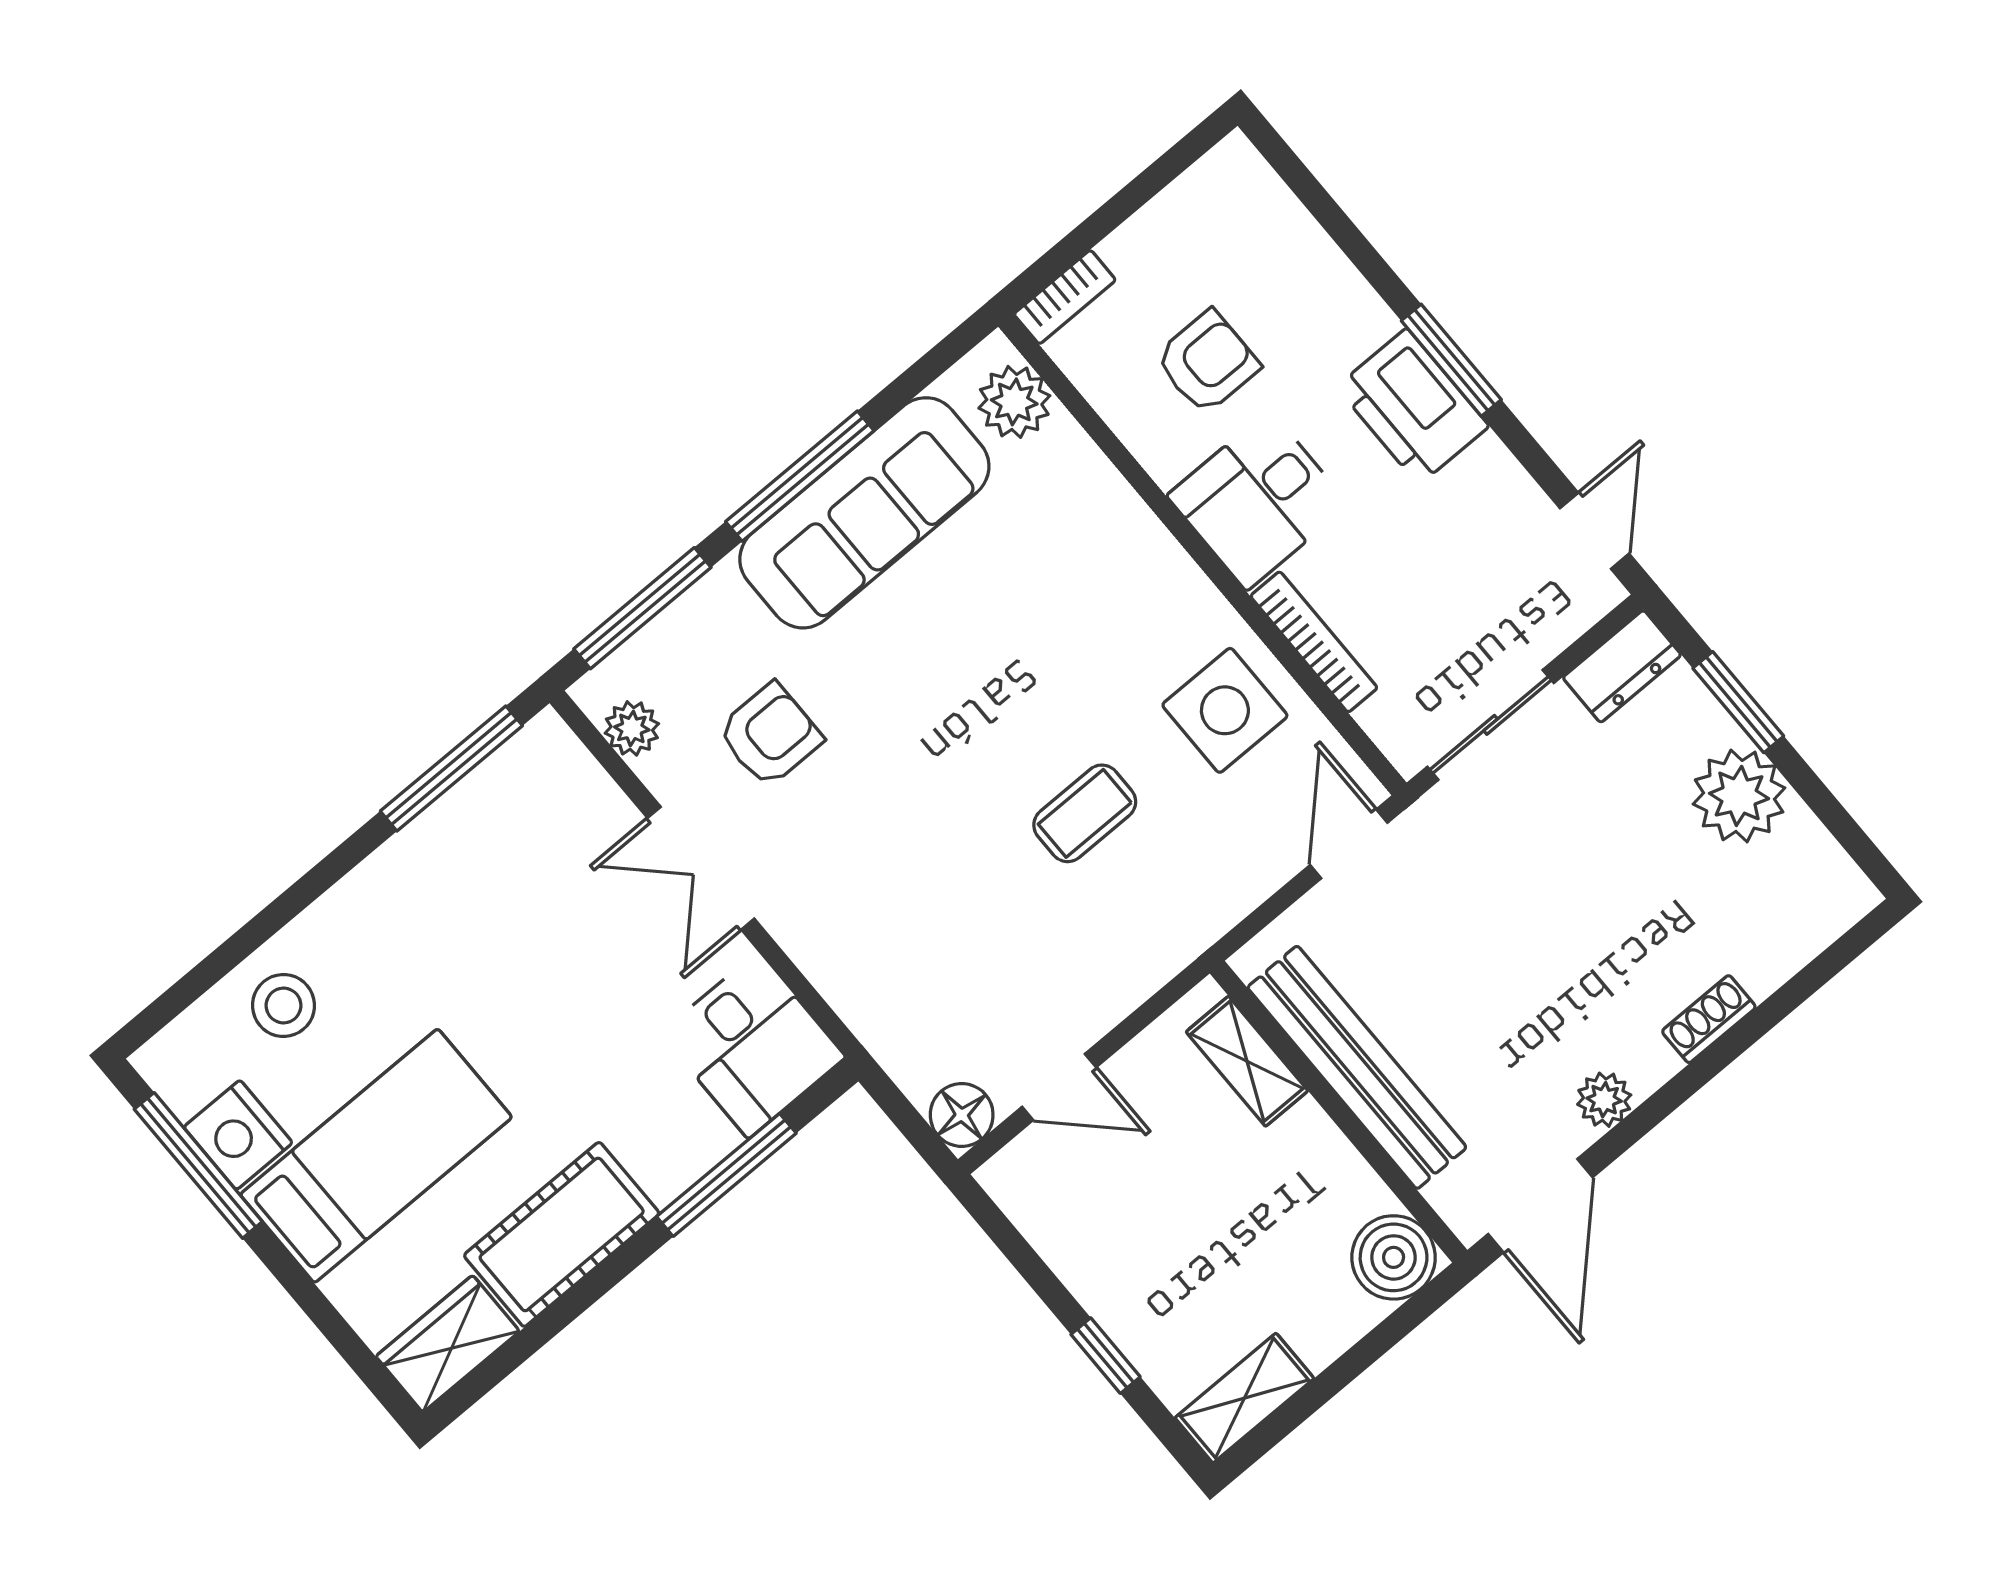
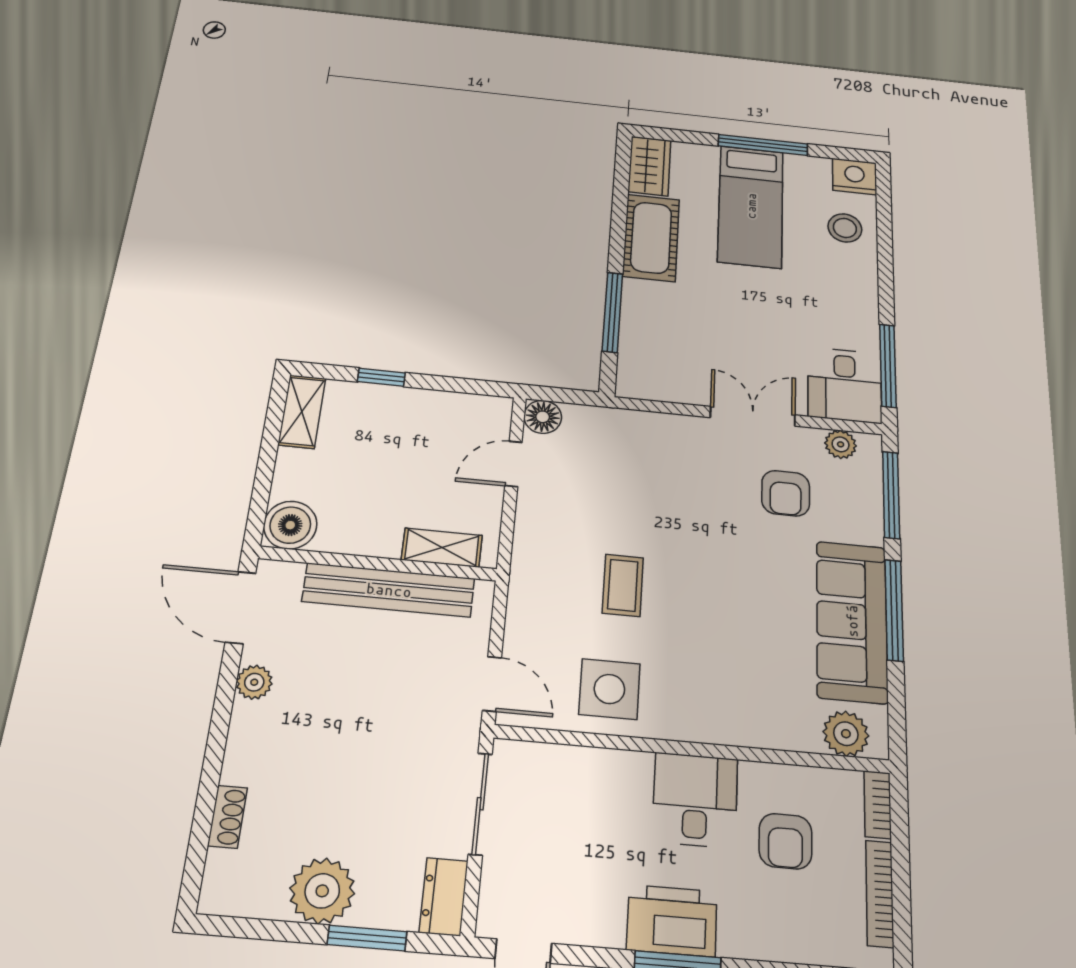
bookcase: (1314, 642) -> (880, 893), moved, turned 90
shoe rack: (1709, 1019) -> (227, 817), moved
desk: (753, 1045) -> (845, 385), moved, turned -90
nightstand: (238, 1135) -> (855, 177), moved
window: (198, 1165) -> (763, 145), moved

